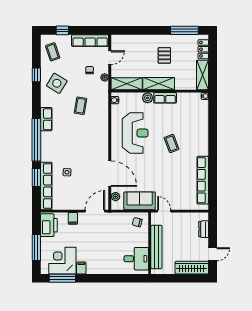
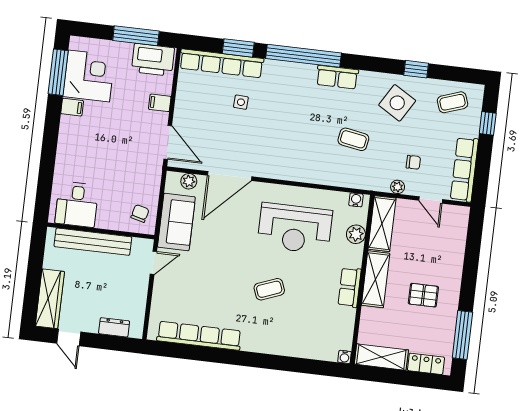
plant: (148, 98) -> (356, 234), moved
window: (36, 247) -> (136, 36), moved

